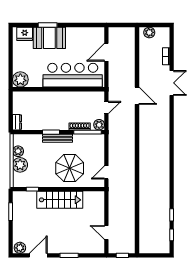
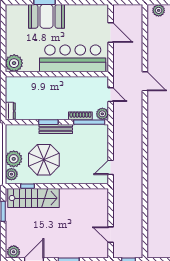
fridge: (25, 34) -> (19, 12), removed
door: (106, 52) -> (111, 33), swing flipped
door: (106, 108) -> (111, 95), hinge flipped
plant: (18, 151) -> (11, 174), moved
parasol: (70, 168) -> (44, 160), moved
stairs: (60, 200) -> (33, 198), moved

